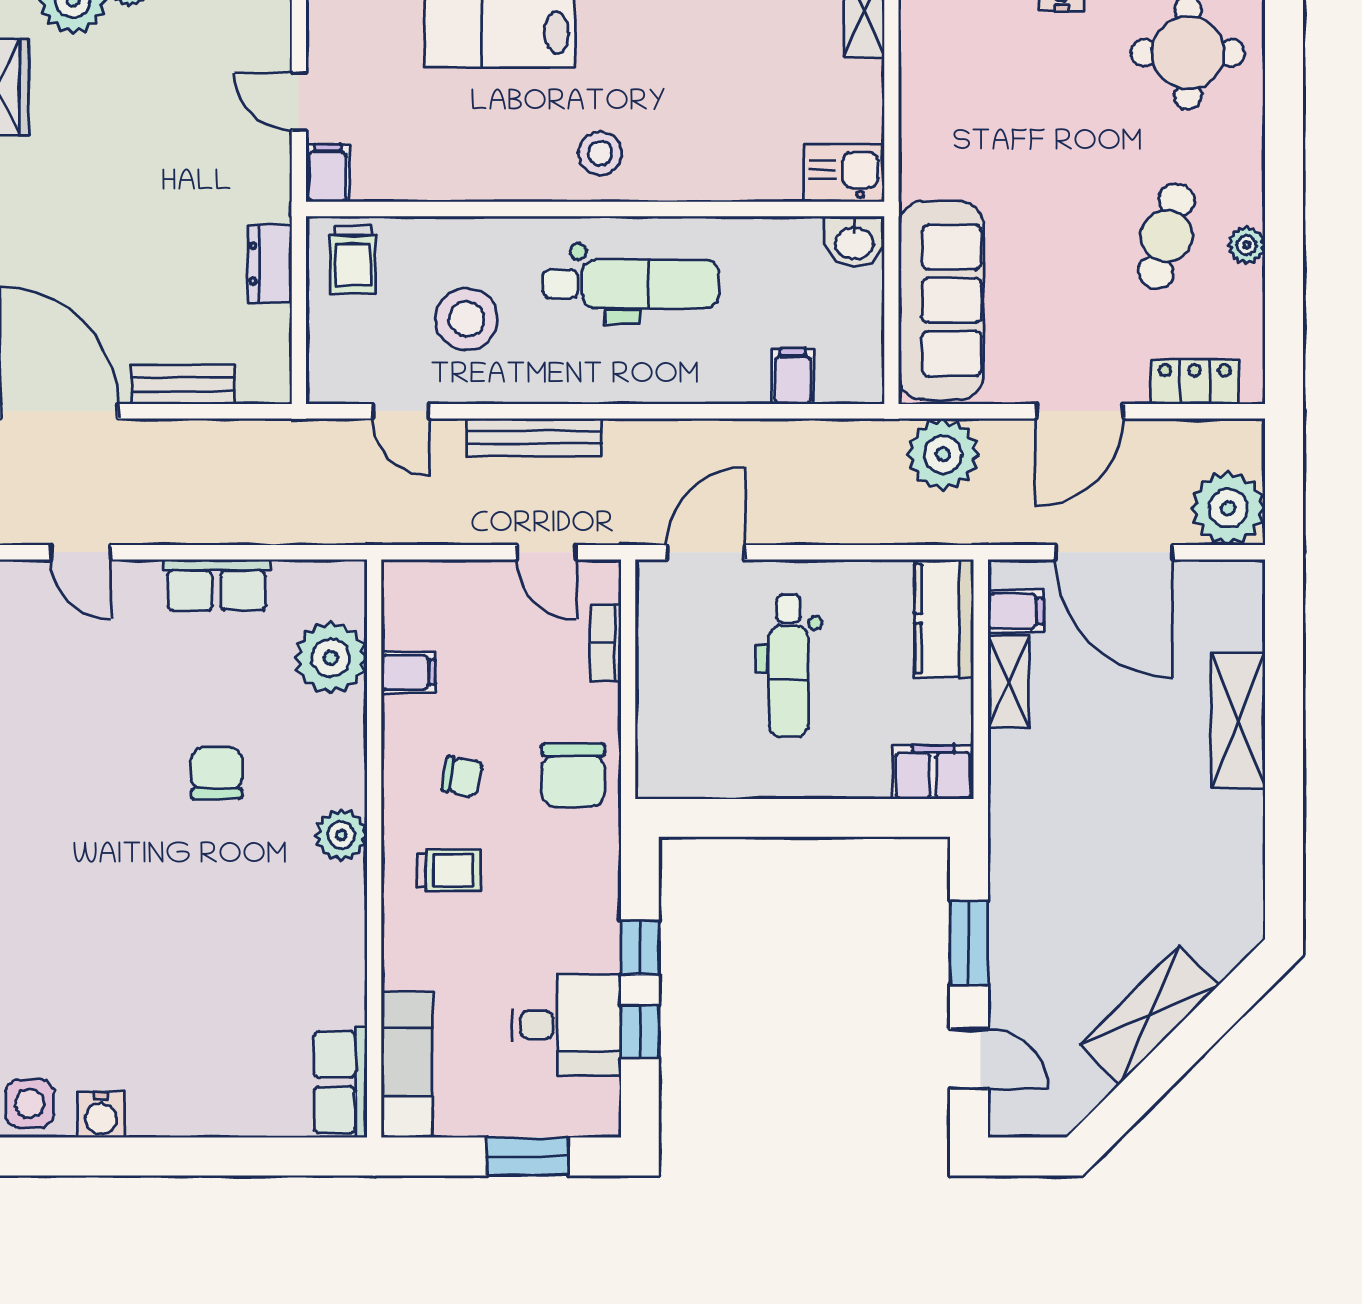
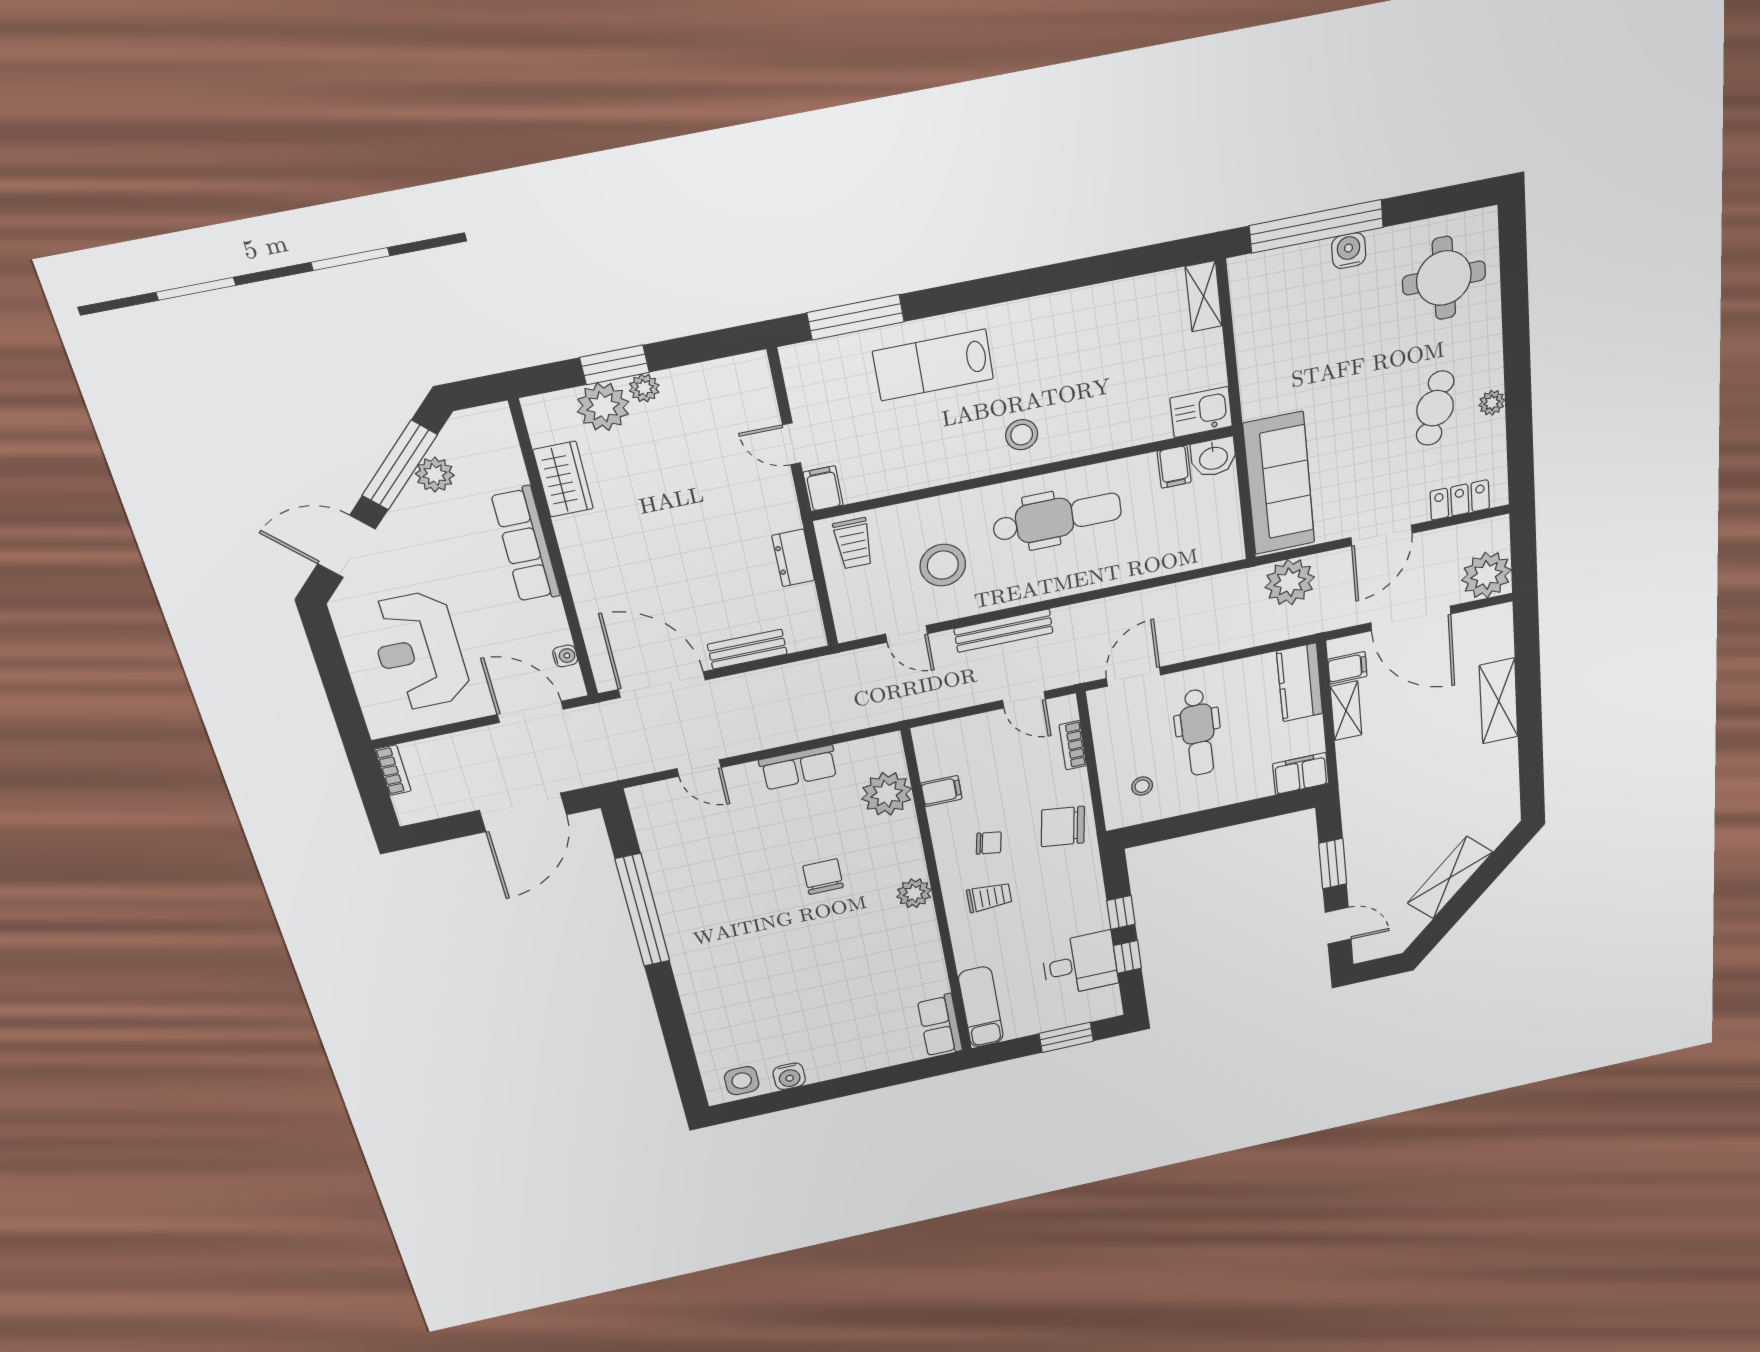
filing cabinet: (793, 376) -> (1174, 467), moved, turned 180
stool: (697, 735) -> (1142, 786), added
chair: (573, 775) -> (1063, 826), turned 98

